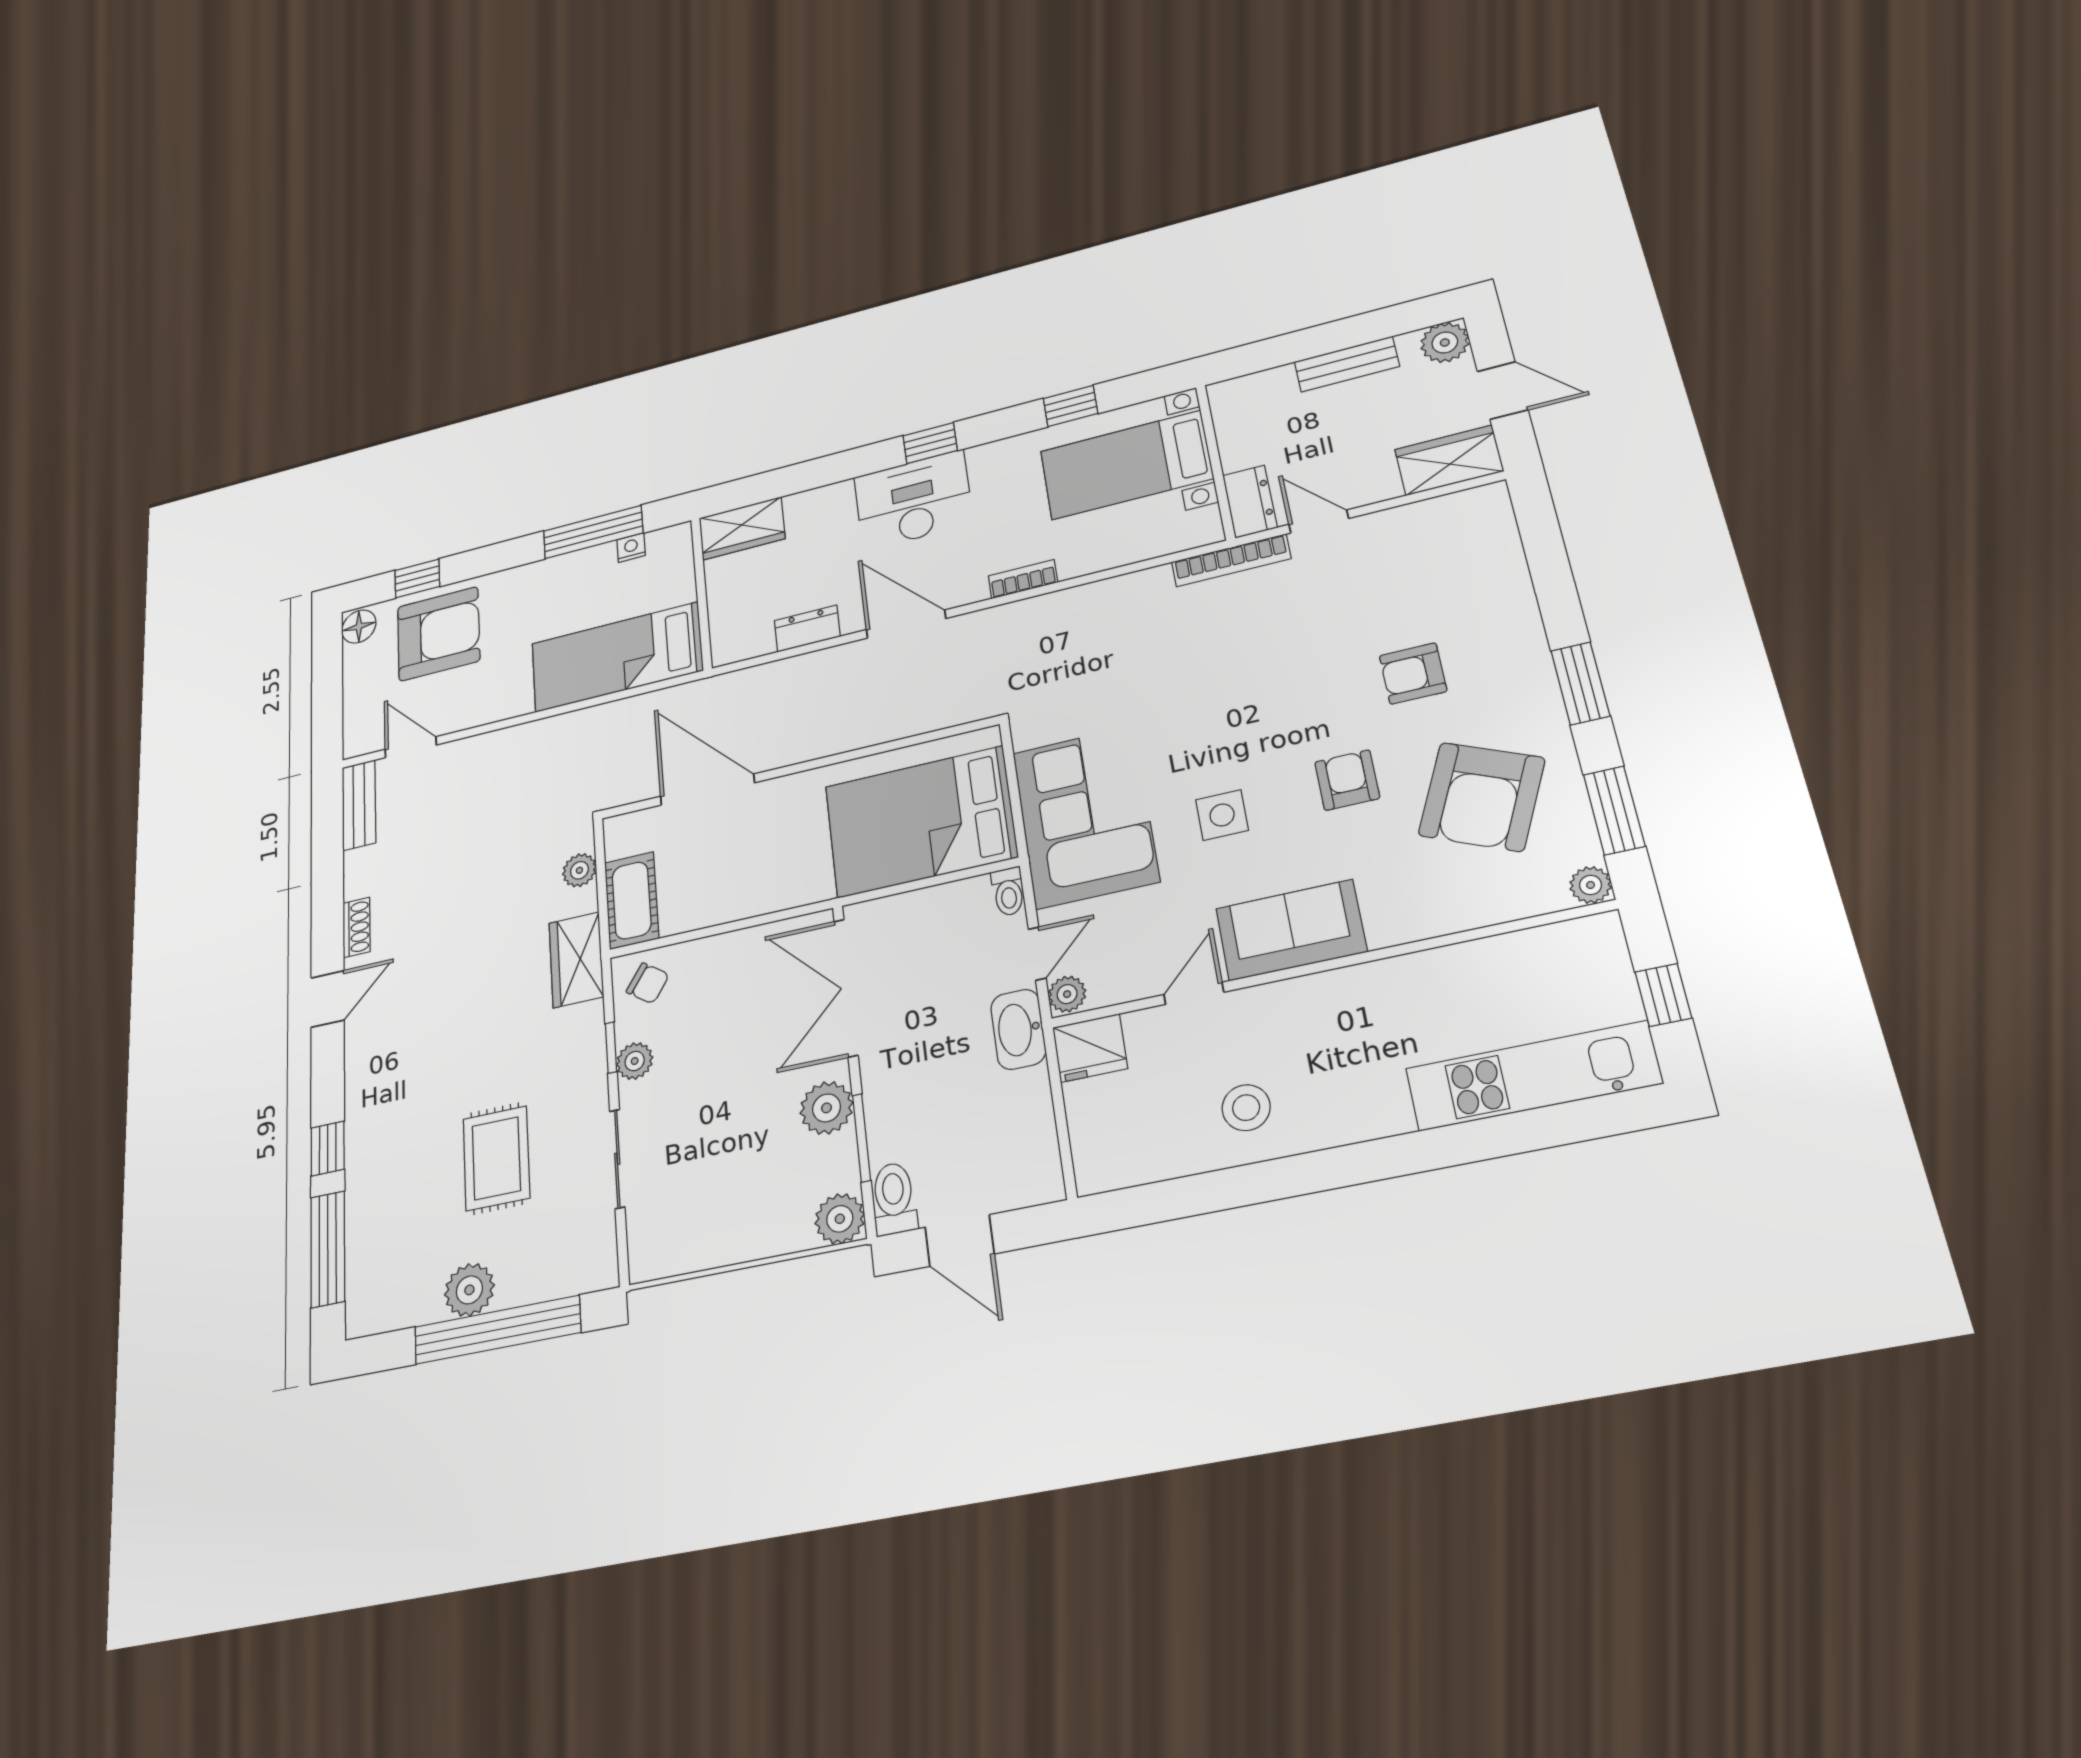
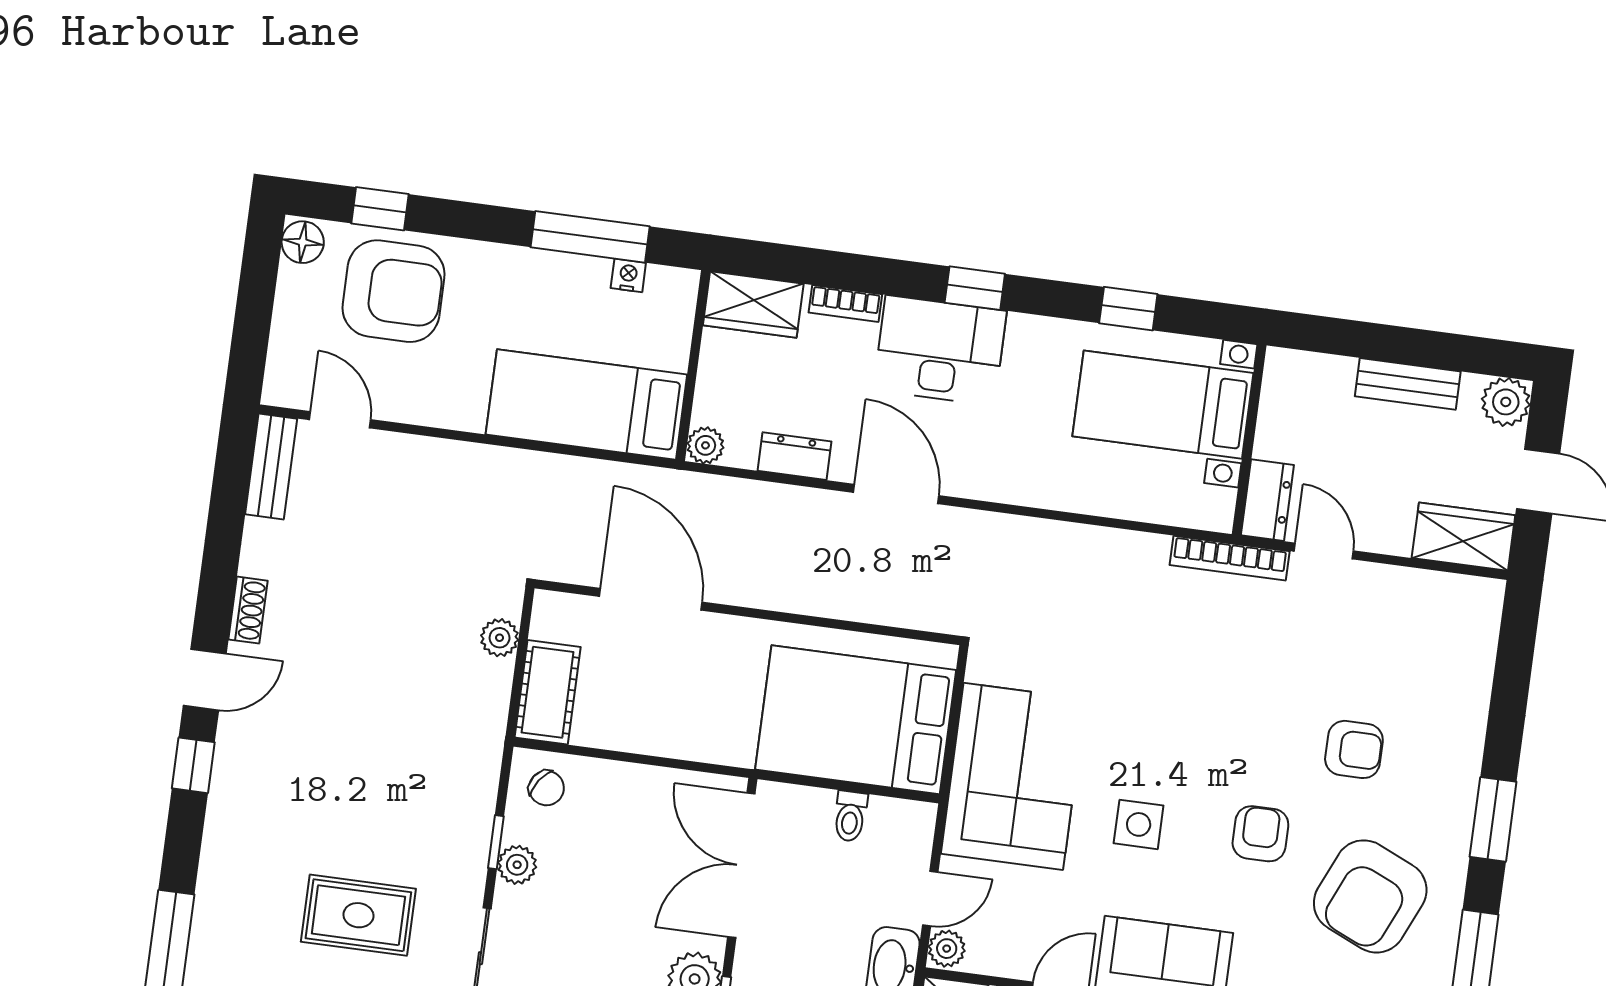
bookcase: (1023, 579) -> (845, 303), moved, turned 180
plant: (727, 650) -> (705, 445), added
armchair: (1413, 674) -> (1354, 749), turned 180
toilet: (1008, 892) -> (850, 816), moved
wardrobe: (576, 960) -> (478, 735), removed
window: (328, 1149) -> (193, 765), moved
rug: (496, 1158) -> (358, 915), turned 90

